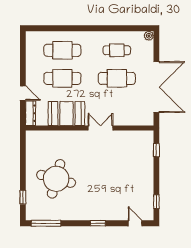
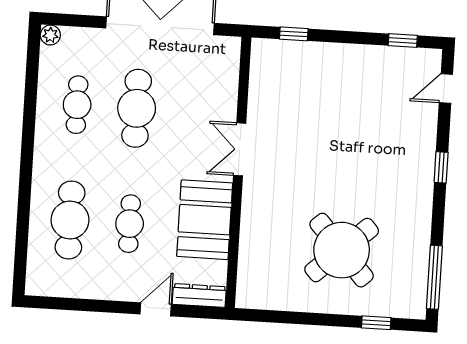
cafe table: (62, 78) -> (130, 224), width x0.73, depth x0.74
round table: (56, 179) -> (342, 250), turned 33

